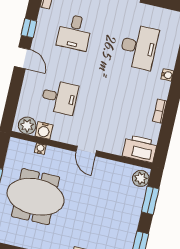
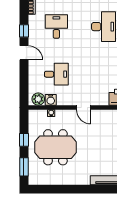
desk: (74, 32) -> (56, 27), turned 180

